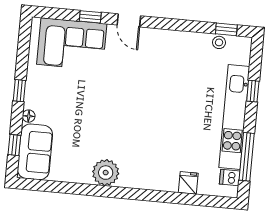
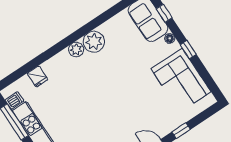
corner sofa: (72, 44) -> (181, 80), moved, turned -90
plant: (129, 179) -> (76, 50), added

